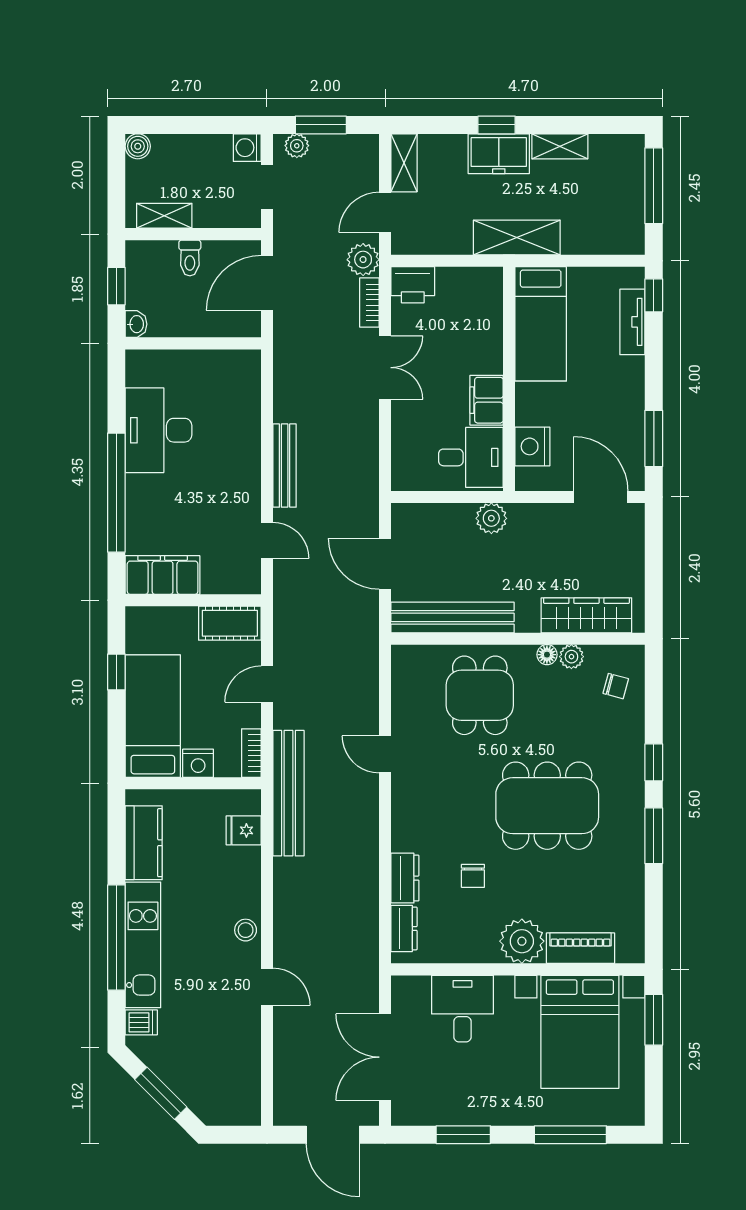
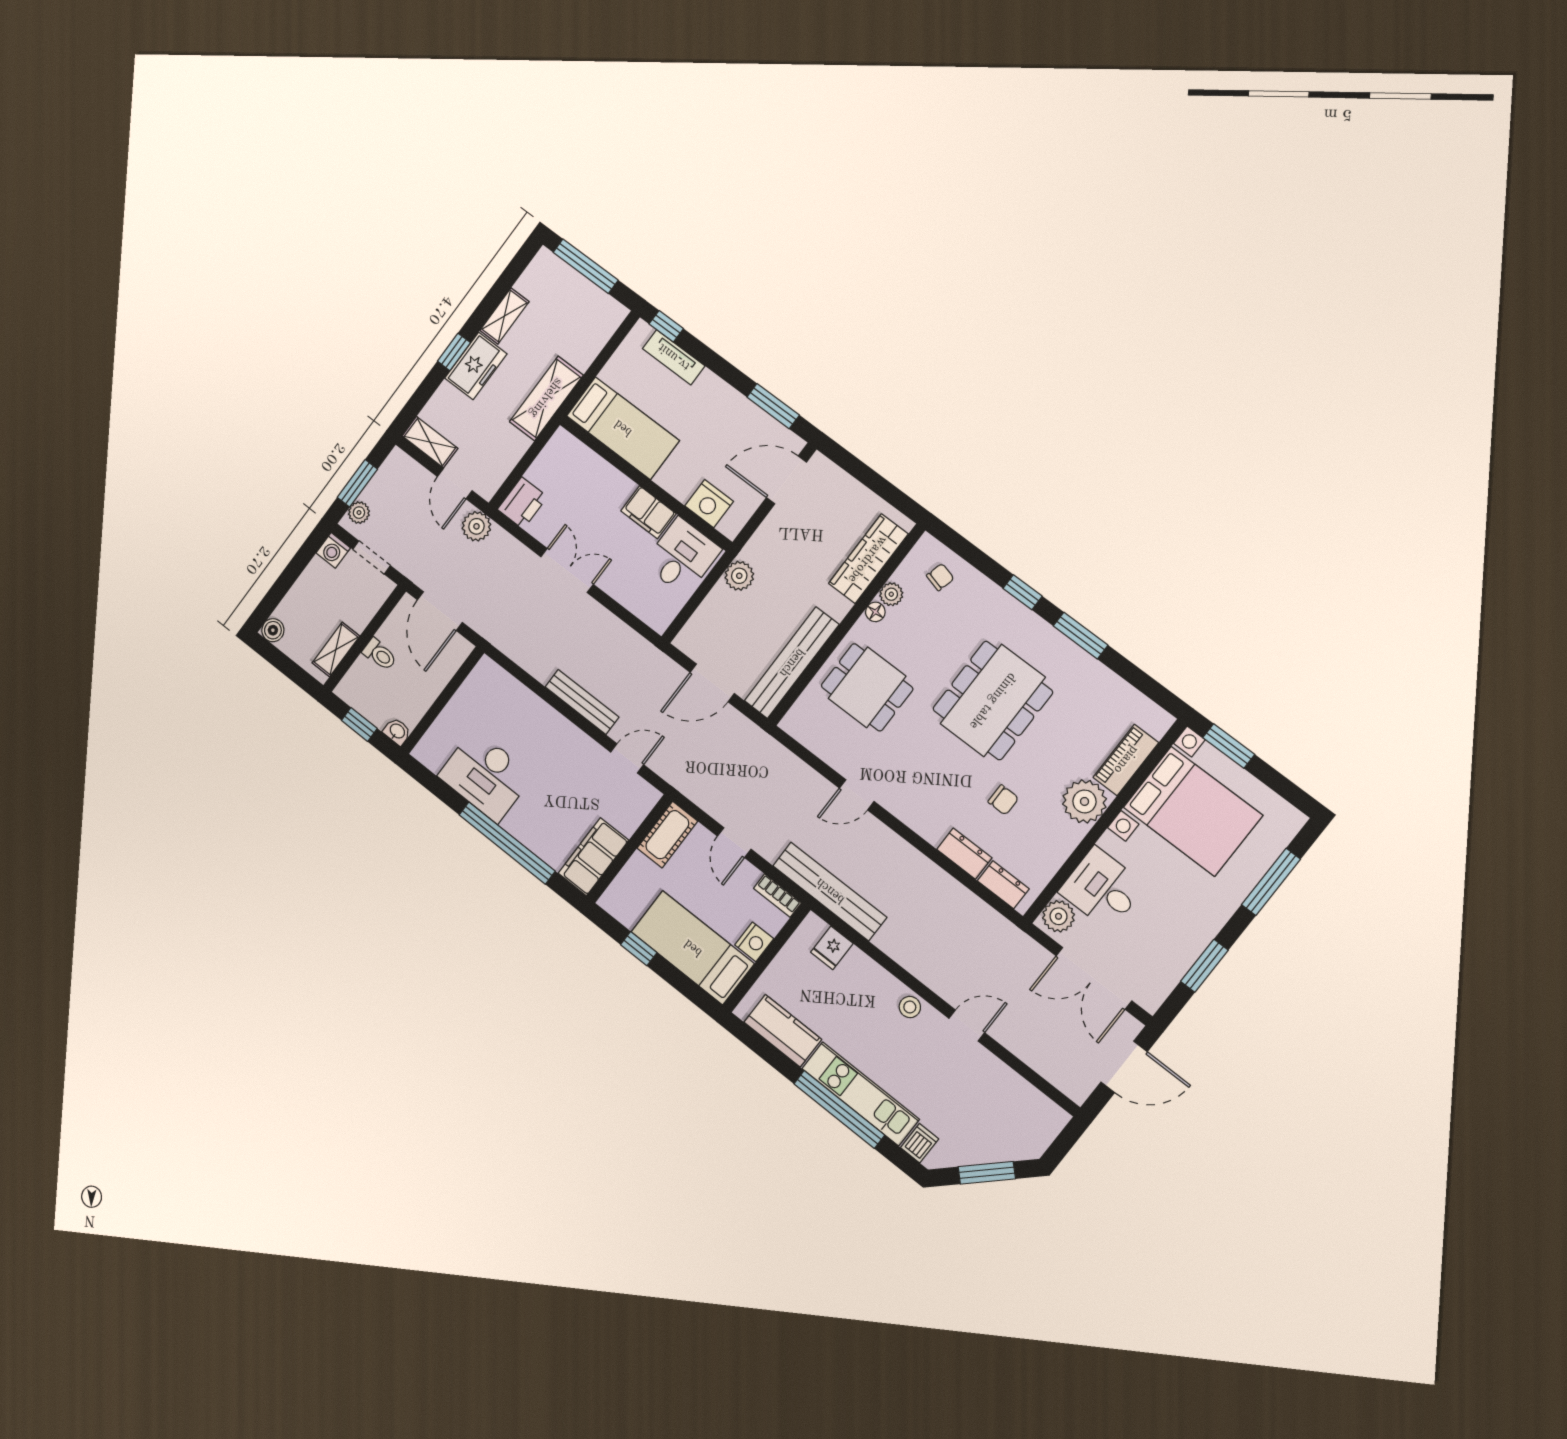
bookcase: (369, 303) -> (511, 546), removed
plant: (413, 991) -> (1058, 916), added

